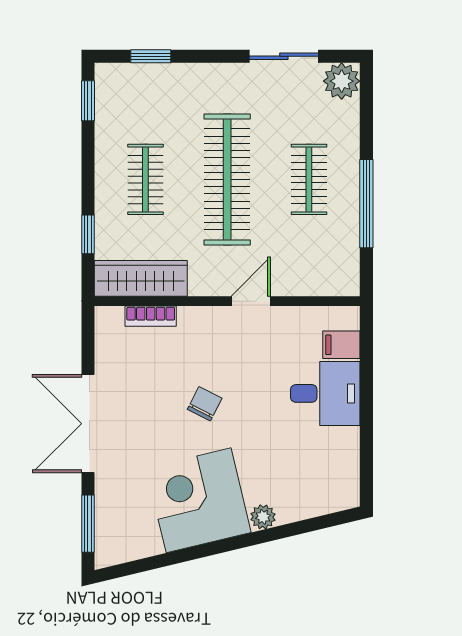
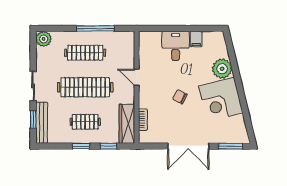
sliding door: (284, 56) -> (33, 86), moved
bench: (143, 76) -> (42, 123), added
window: (88, 101) -> (81, 146), moved
clothes rail: (309, 179) -> (85, 53), width x1.36
filing cabinet: (341, 345) -> (196, 39), moved
plant: (263, 517) -> (222, 69), width x1.87, depth x1.87

